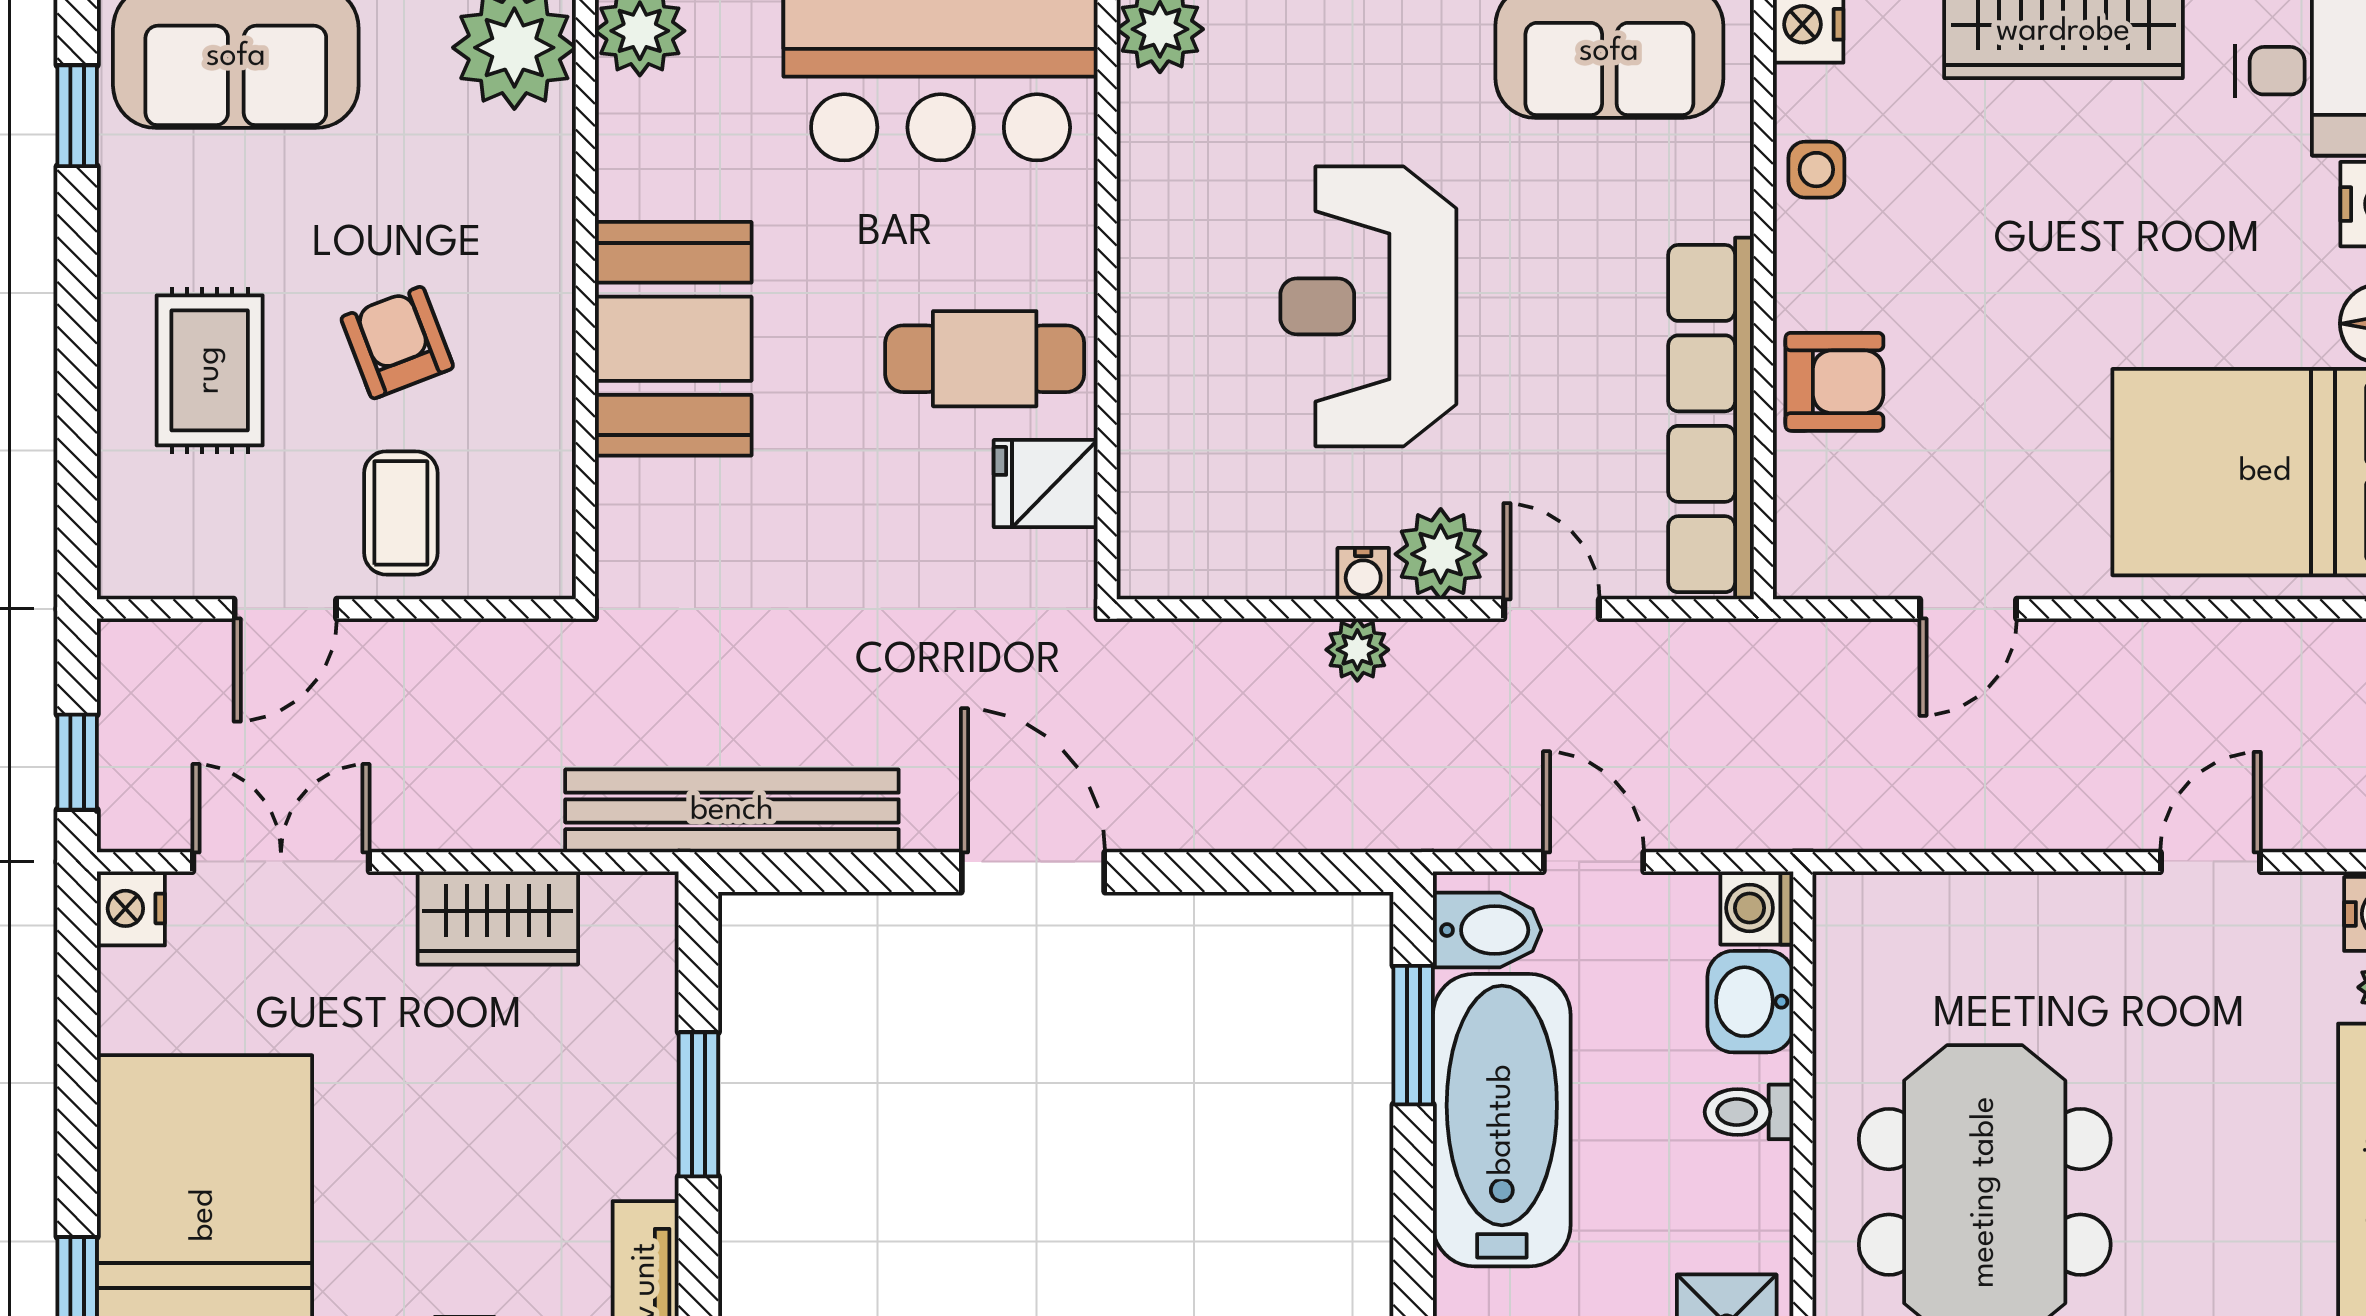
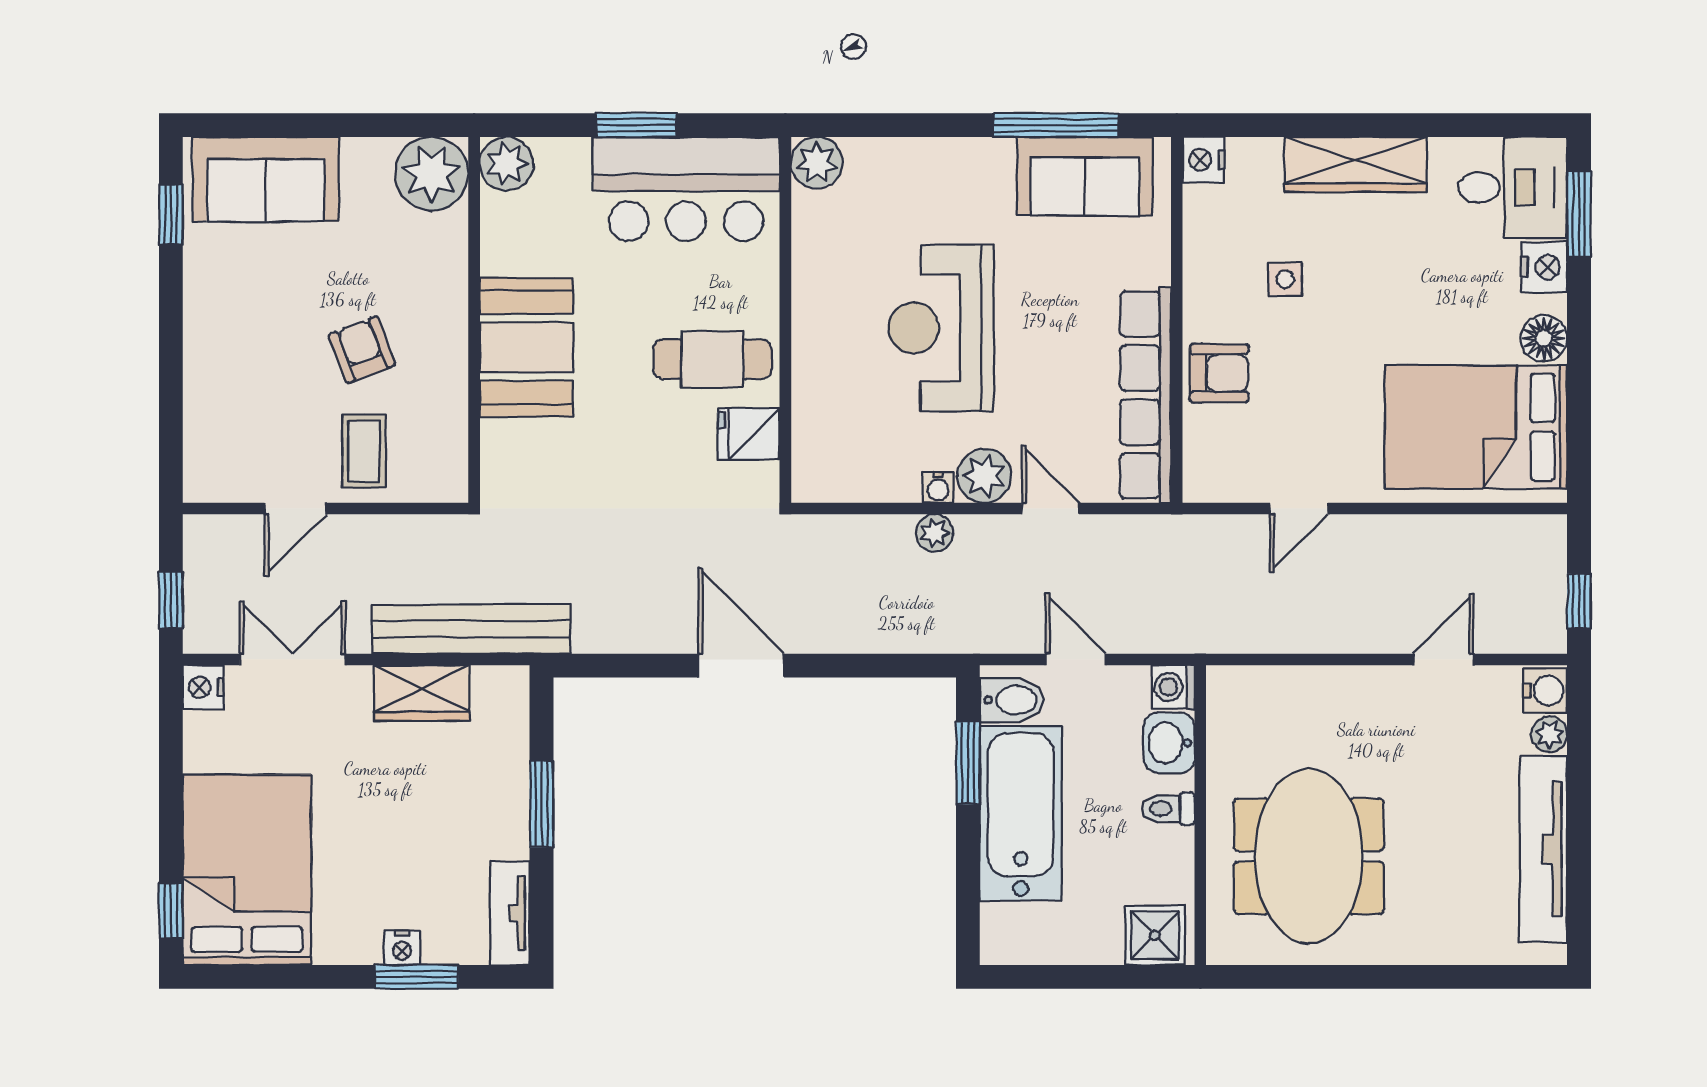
side table: (1816, 170) -> (1285, 279), moved
rug: (210, 370) -> (250, 366), removed
bench: (732, 811) -> (471, 629), moved

